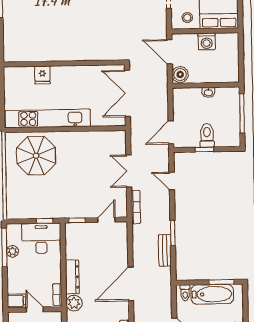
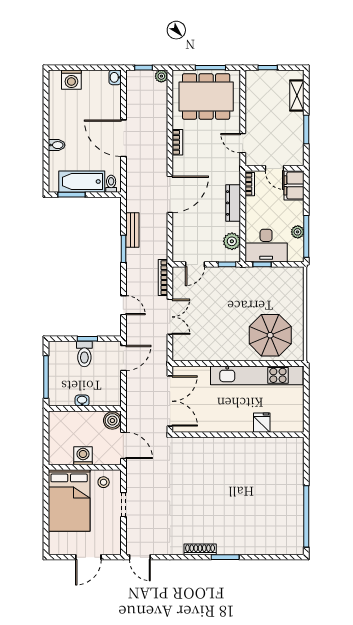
filing cabinet: (17, 301) -> (294, 185), width x2.00
plant: (74, 303) -> (232, 241), moved

